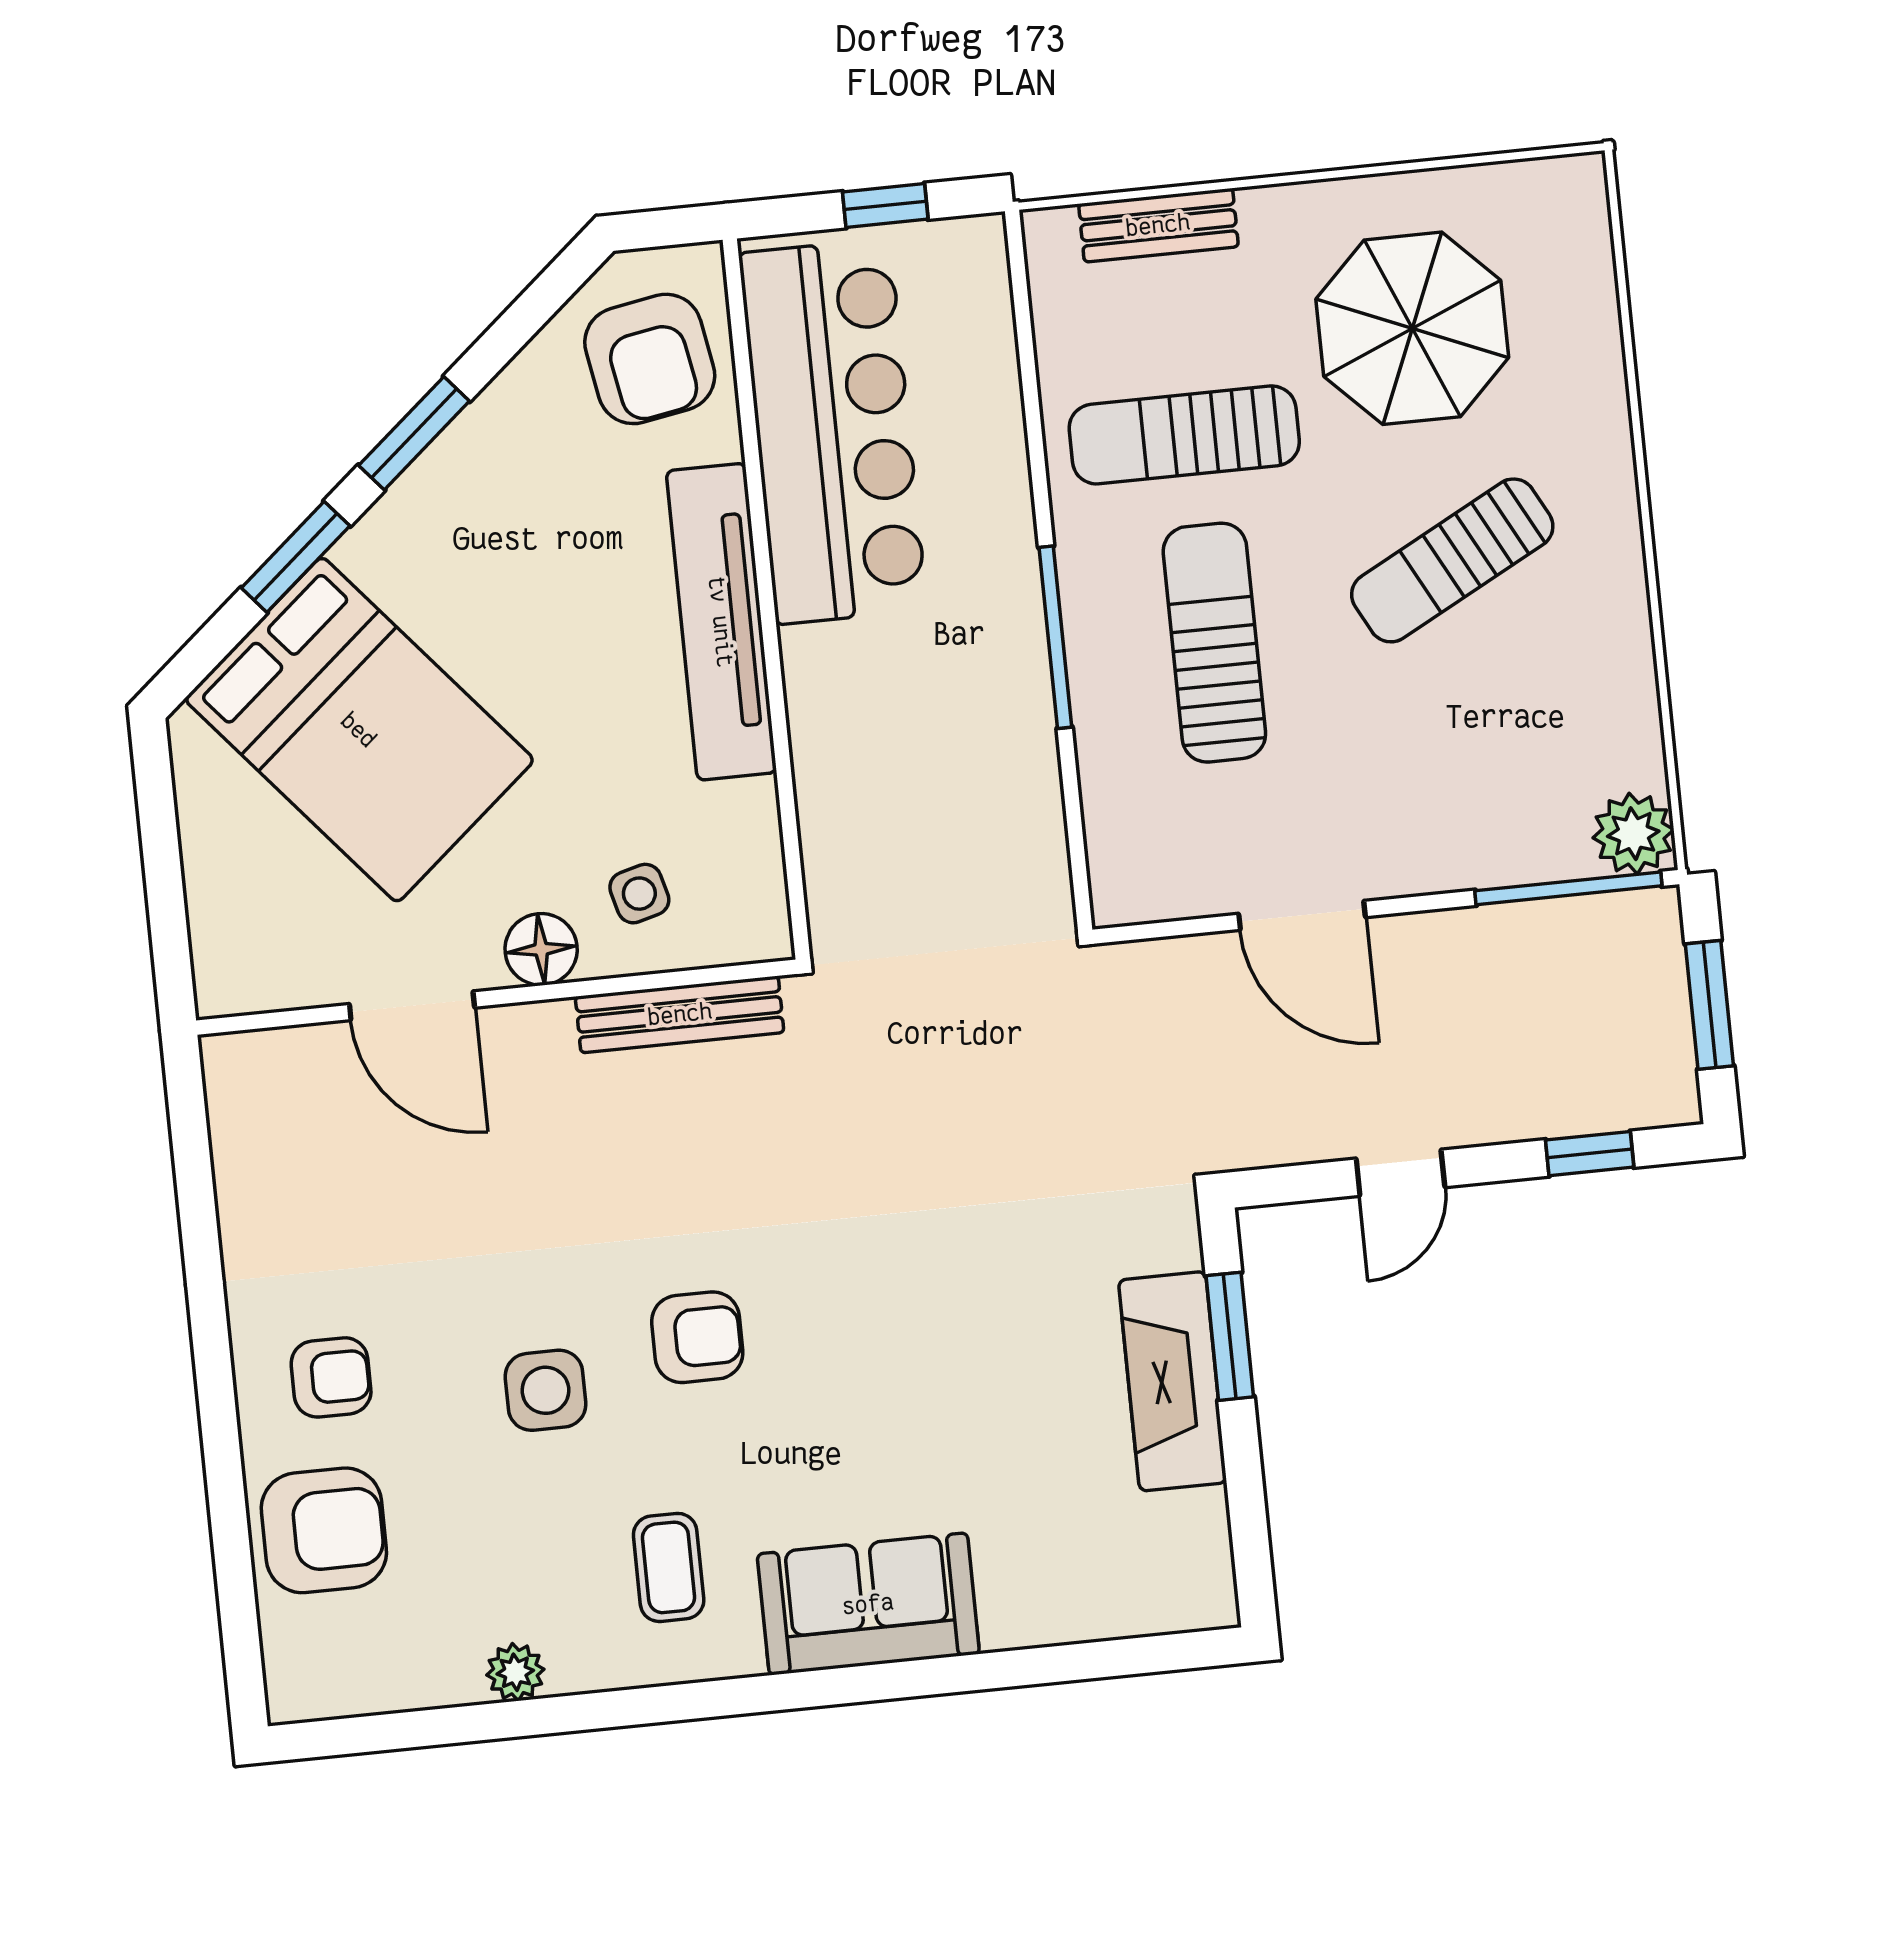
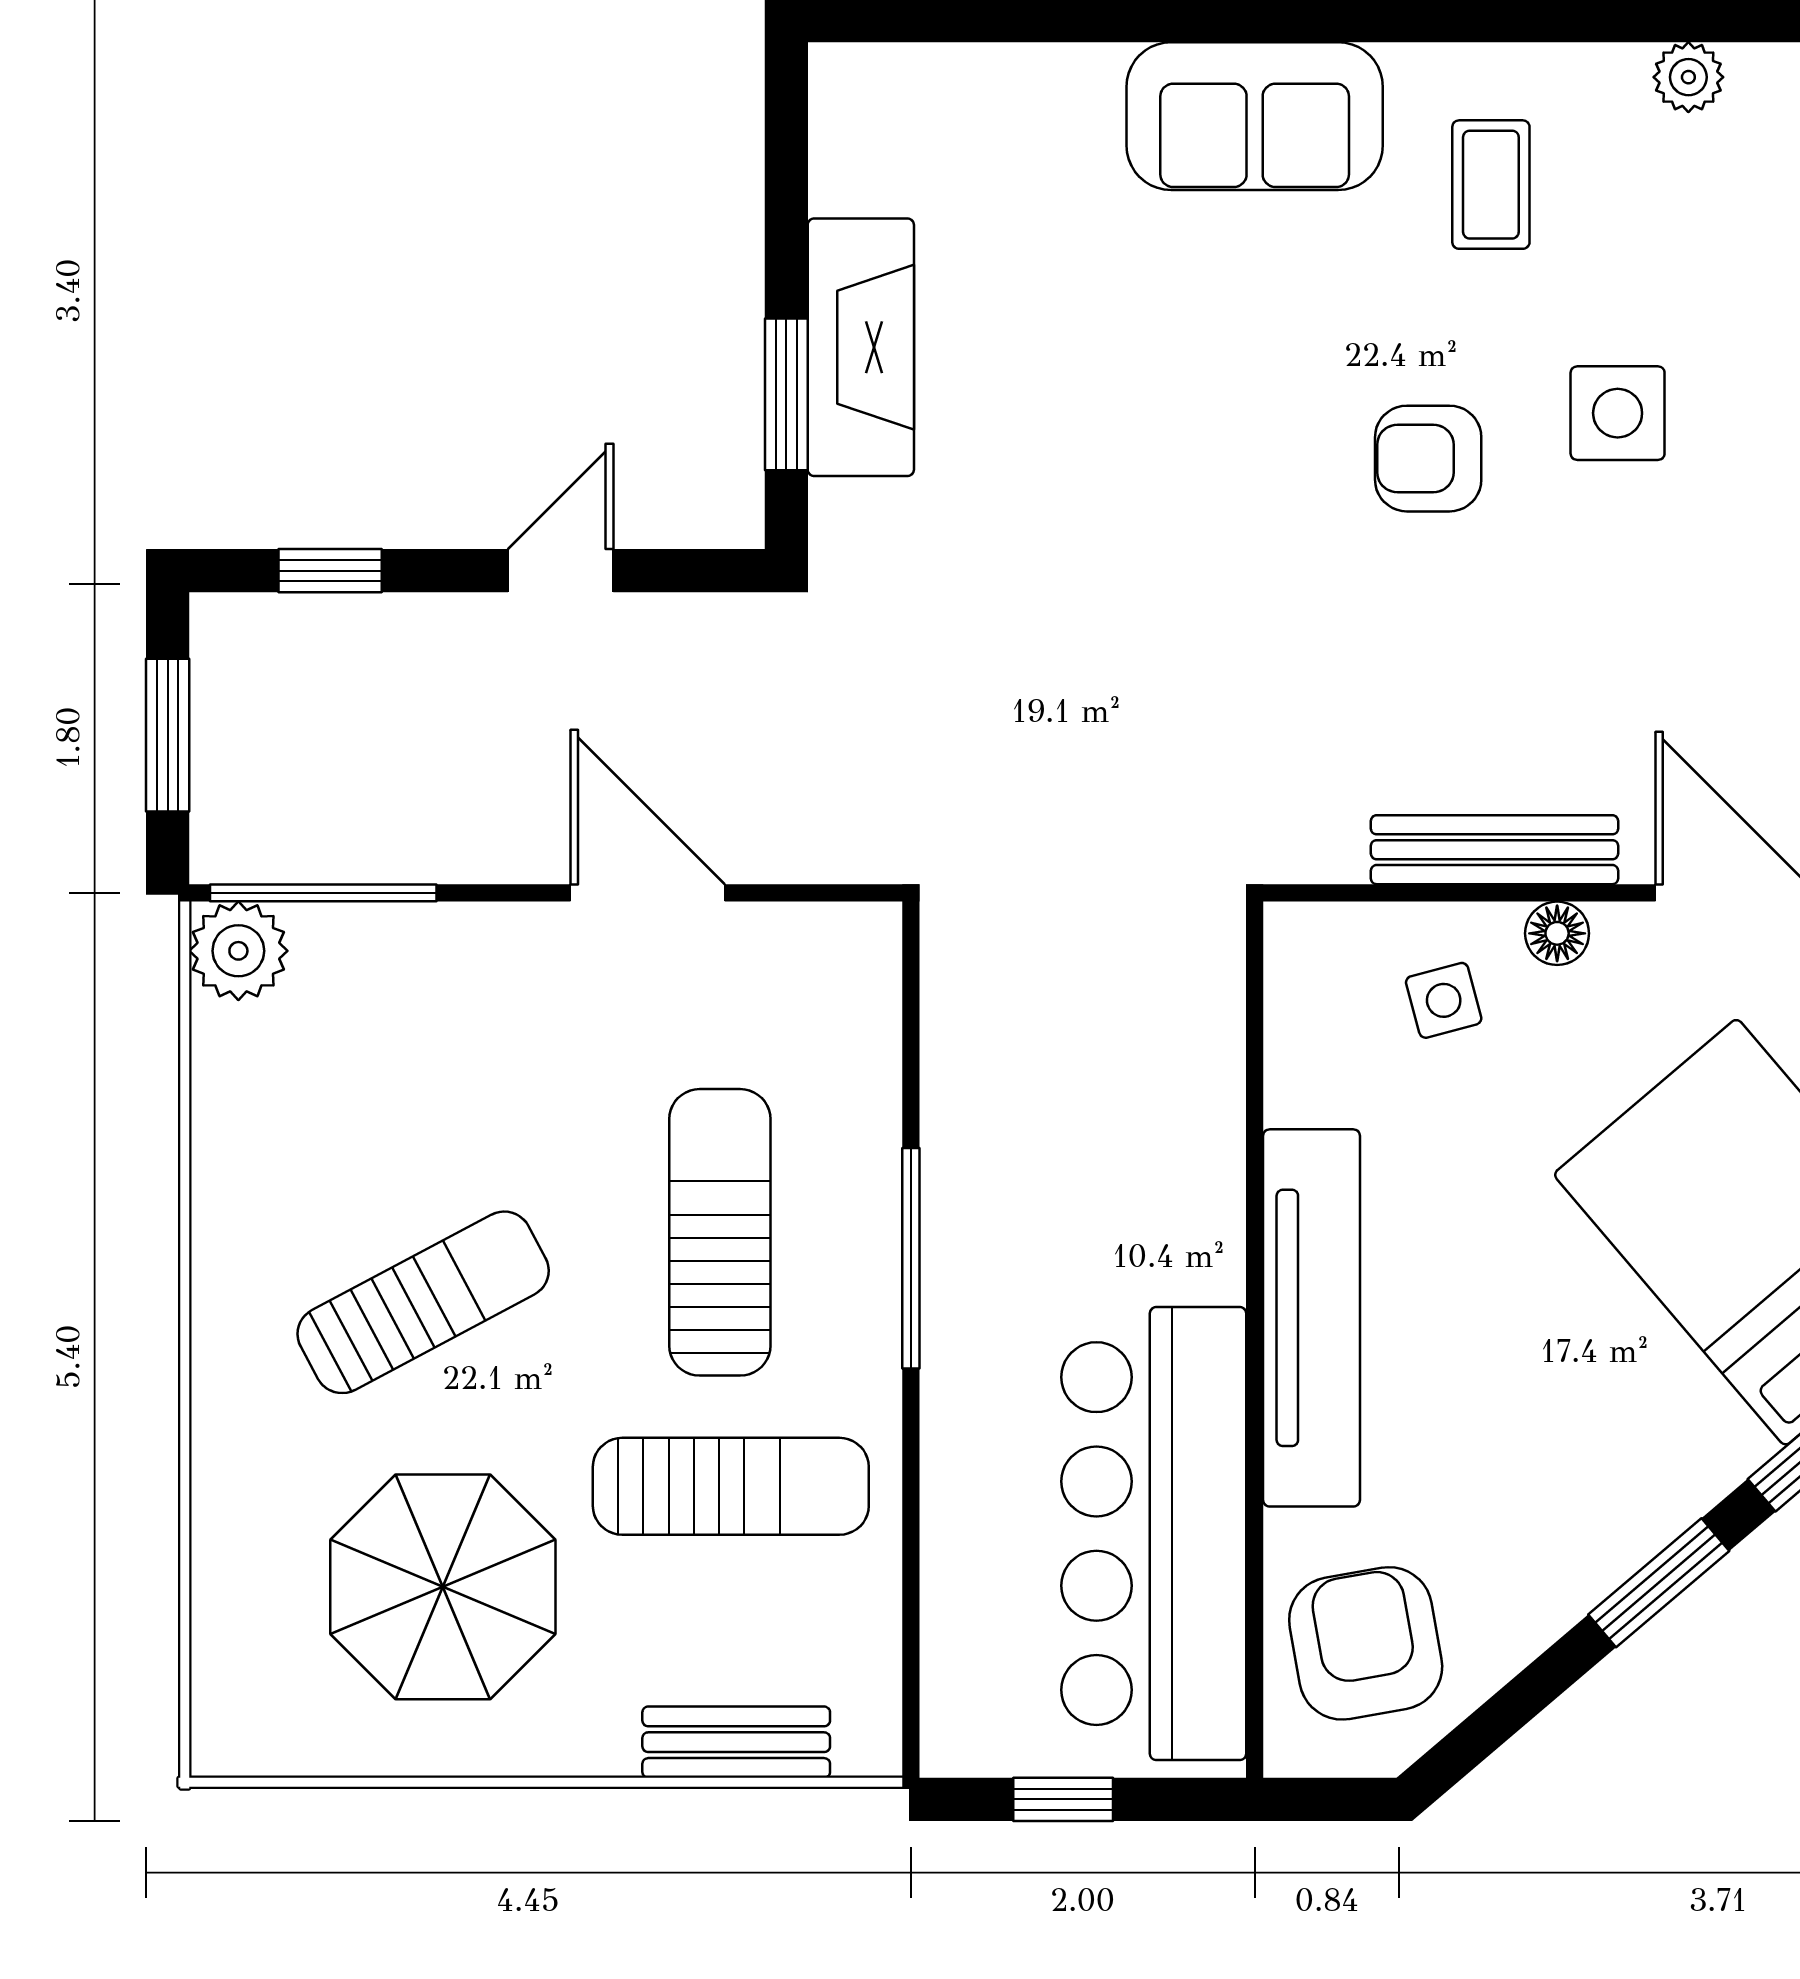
sun lounger: (1214, 643) -> (720, 1232), turned 180
floor lamp: (541, 949) -> (1557, 933), width x0.73, depth x0.73
bench: (680, 1014) -> (1494, 850), moved

